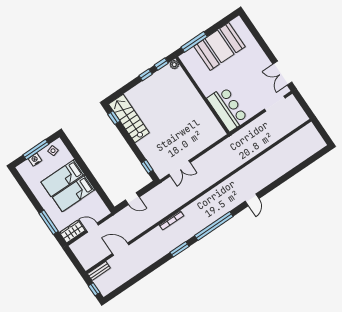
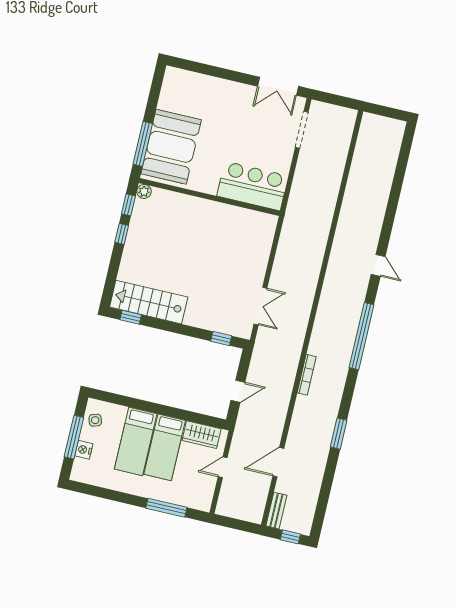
booth: (219, 46) -> (171, 147), moved
wardrobe: (72, 231) -> (202, 435), moved, turned -90
window: (179, 249) -> (339, 434), moved

